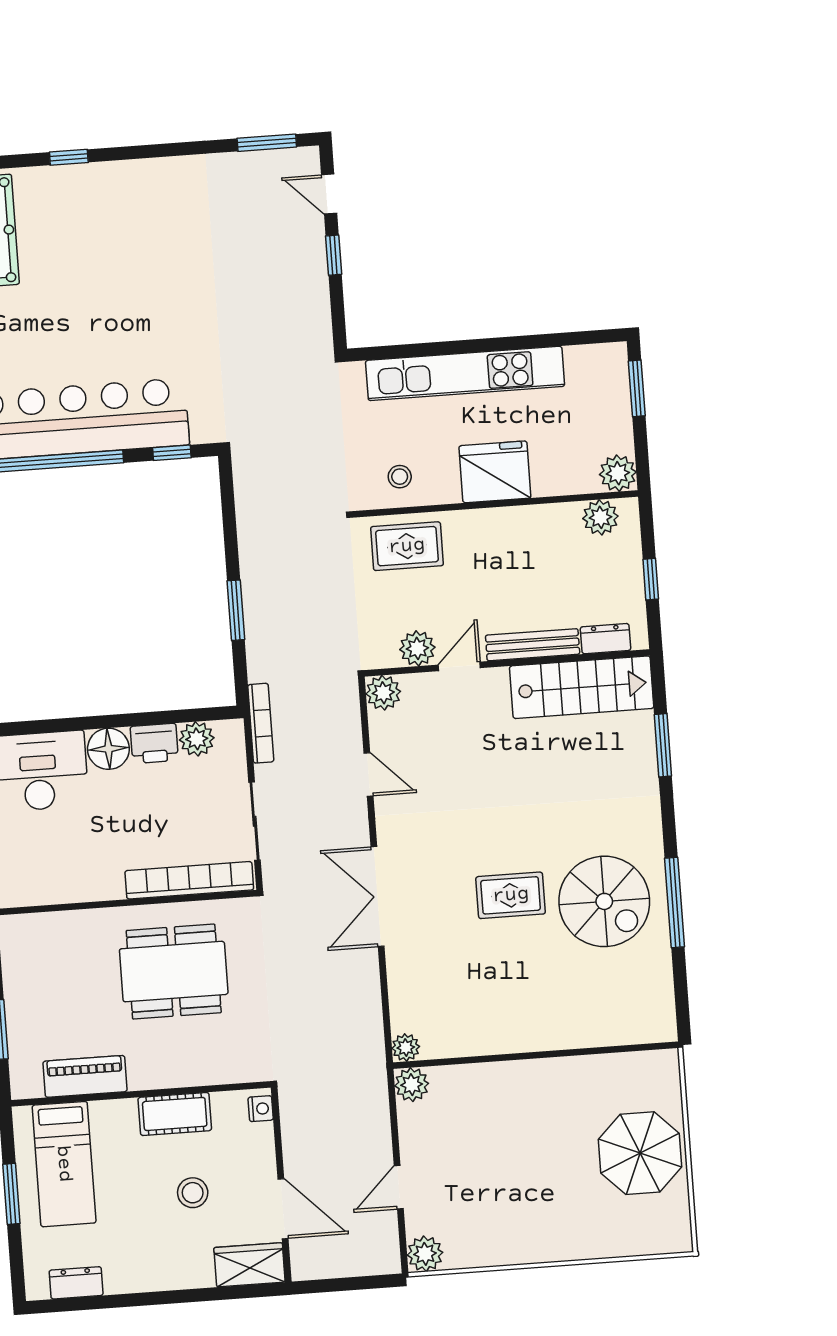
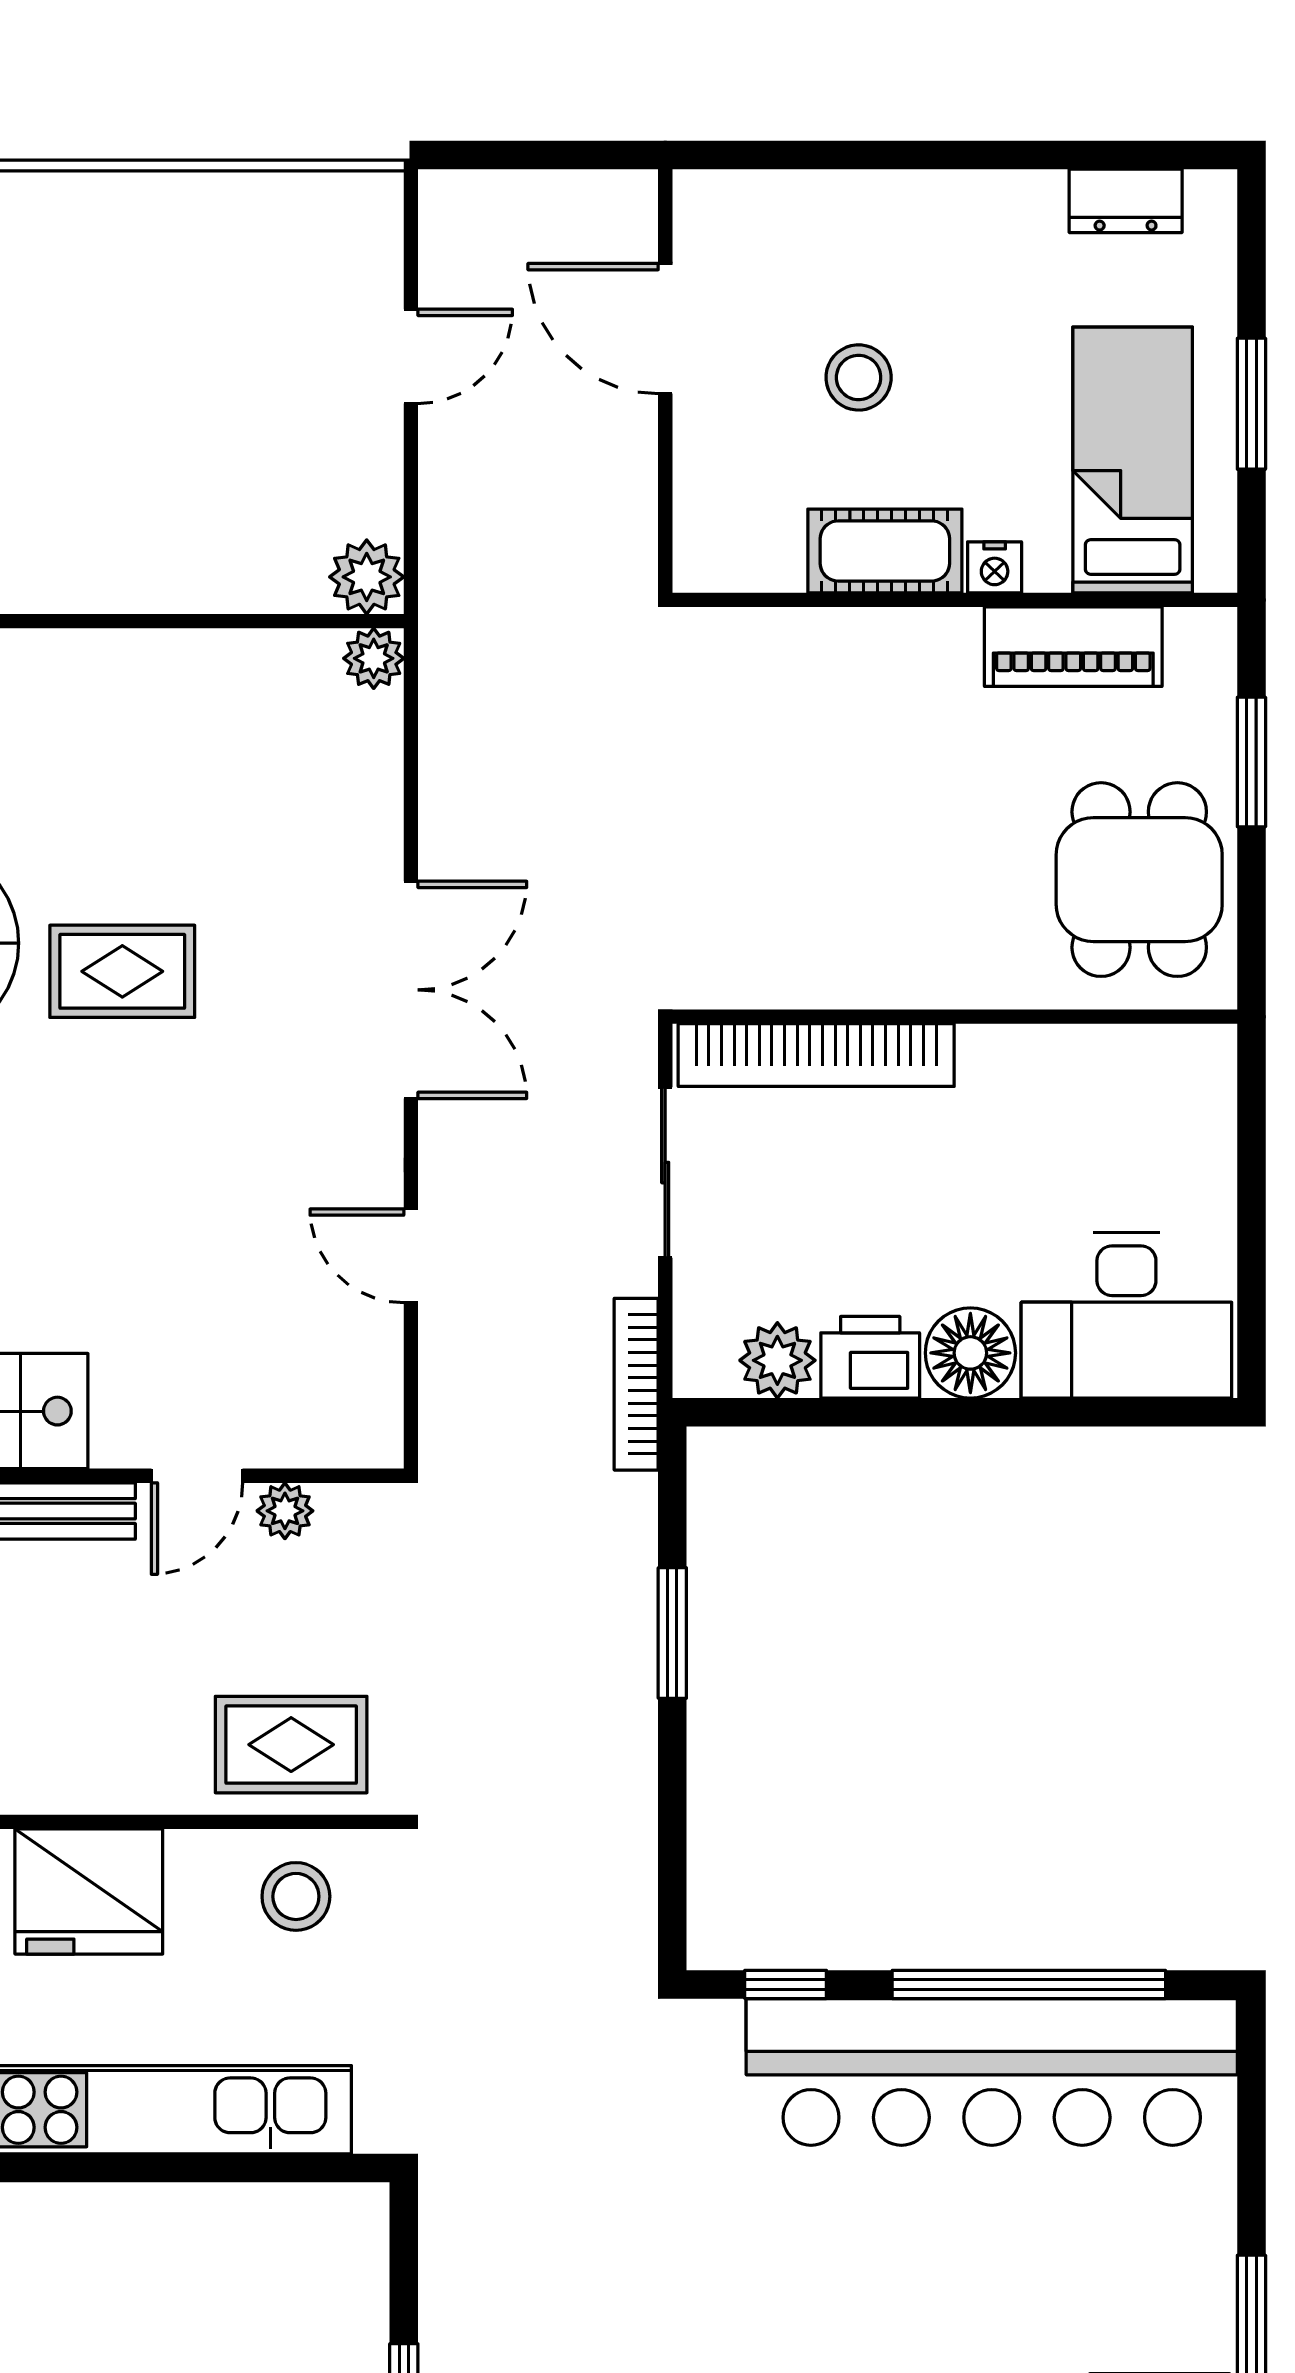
stool: (400, 477) -> (296, 1896), width x1.37, depth x1.37
plant: (417, 648) -> (285, 1511), width x0.73, depth x0.73
plant: (383, 693) -> (366, 1431), removed
dining table: (174, 972) -> (1139, 880), moved, width x0.73
nightstand: (261, 1109) -> (995, 567), moved, turned -90
plant: (425, 1254) -> (365, 208), removed
wardrobe: (250, 1265) -> (747, 212), removed

